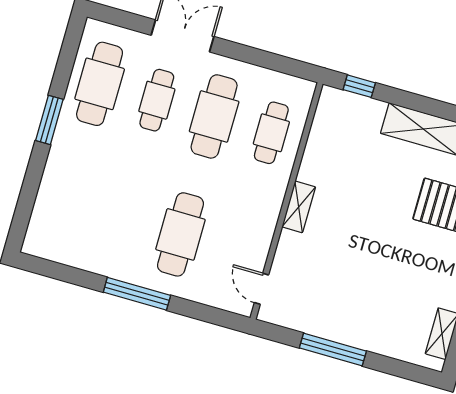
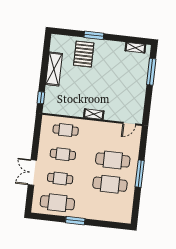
cafe table: (214, 116) -> (63, 154), width x0.73, depth x0.74
cafe table: (123, 218) -> (110, 184), added
window: (333, 350) -> (151, 72), moved

